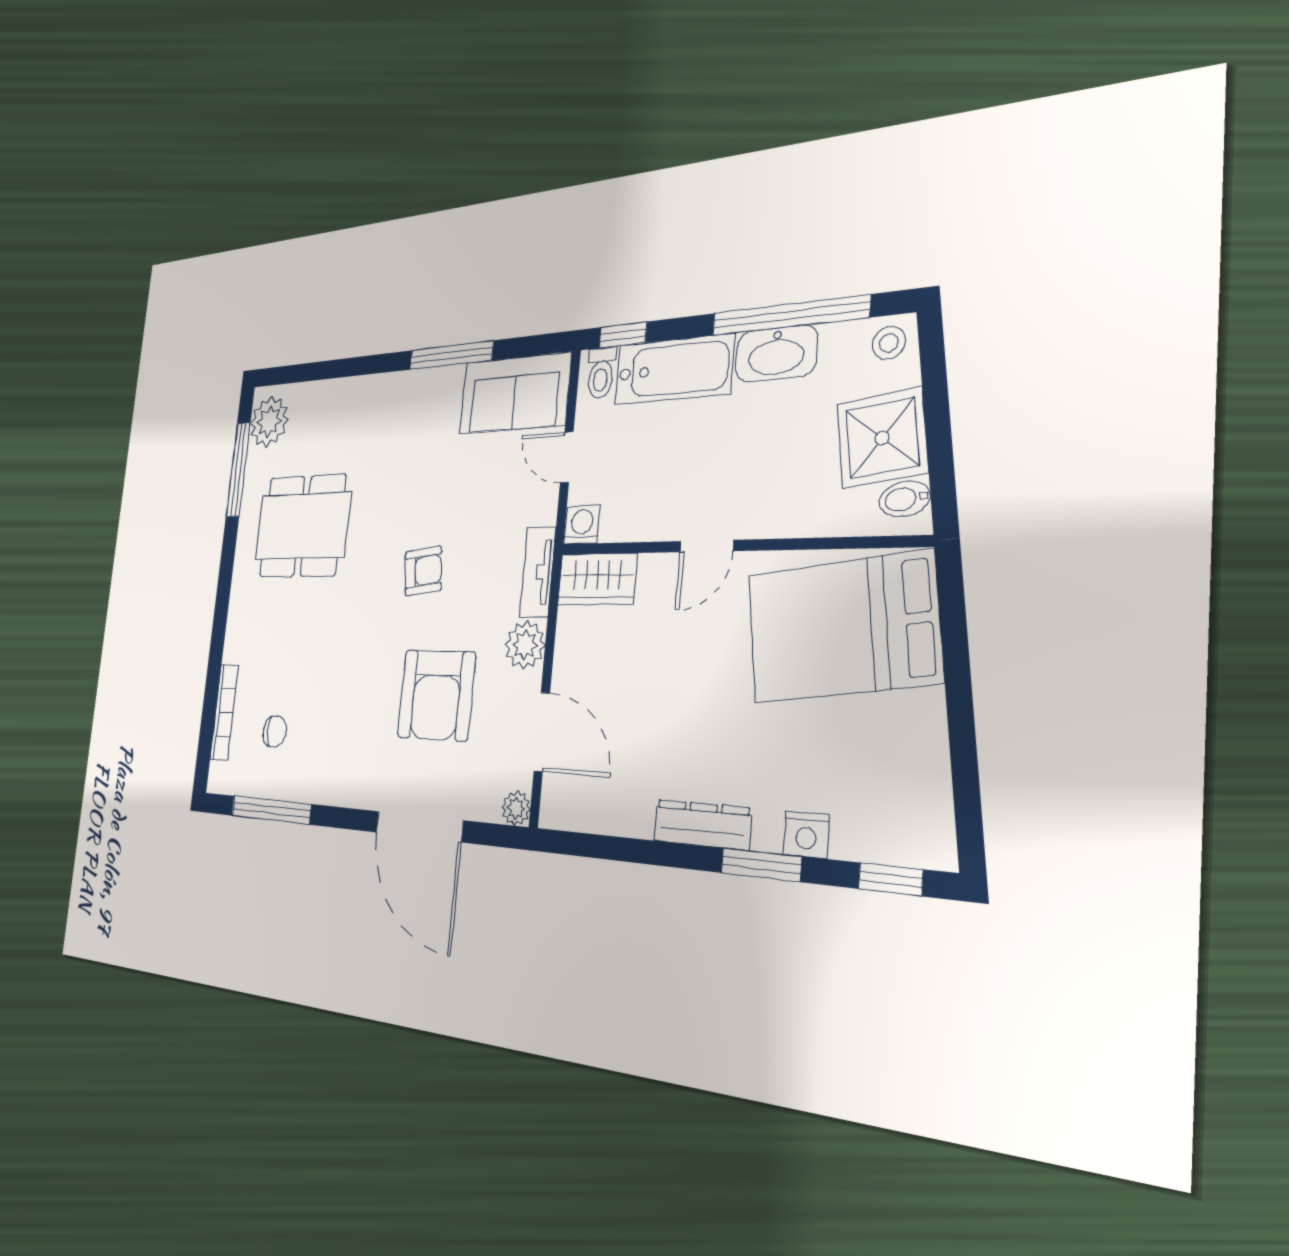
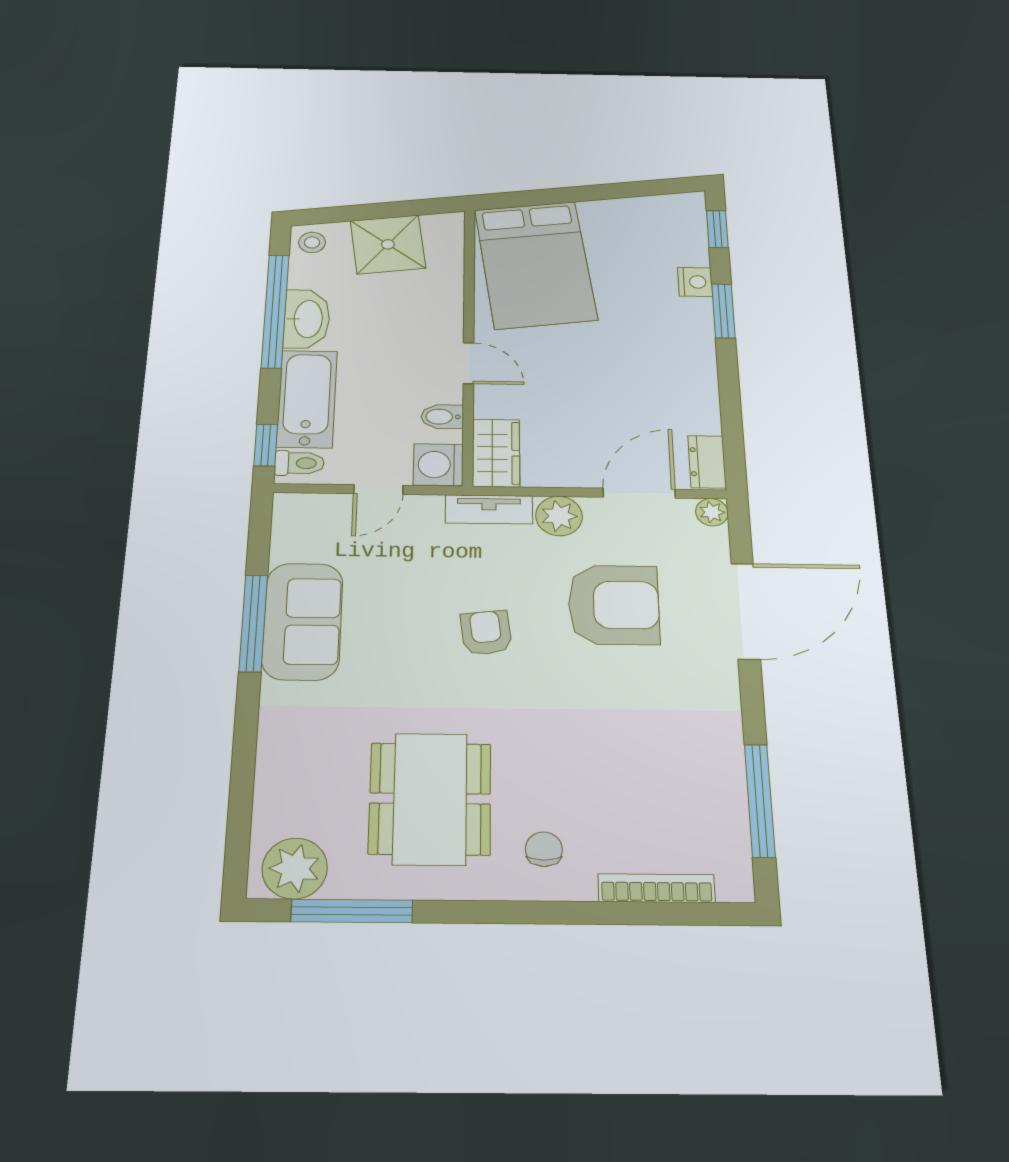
sofa: (515, 393) -> (303, 621), moved
bidet: (905, 499) -> (442, 417), moved, turned 98
washing machine: (582, 525) -> (438, 465), width x1.38, depth x1.38
chair: (275, 731) -> (544, 849), moved
dresser: (702, 825) -> (707, 462), moved, width x0.70

